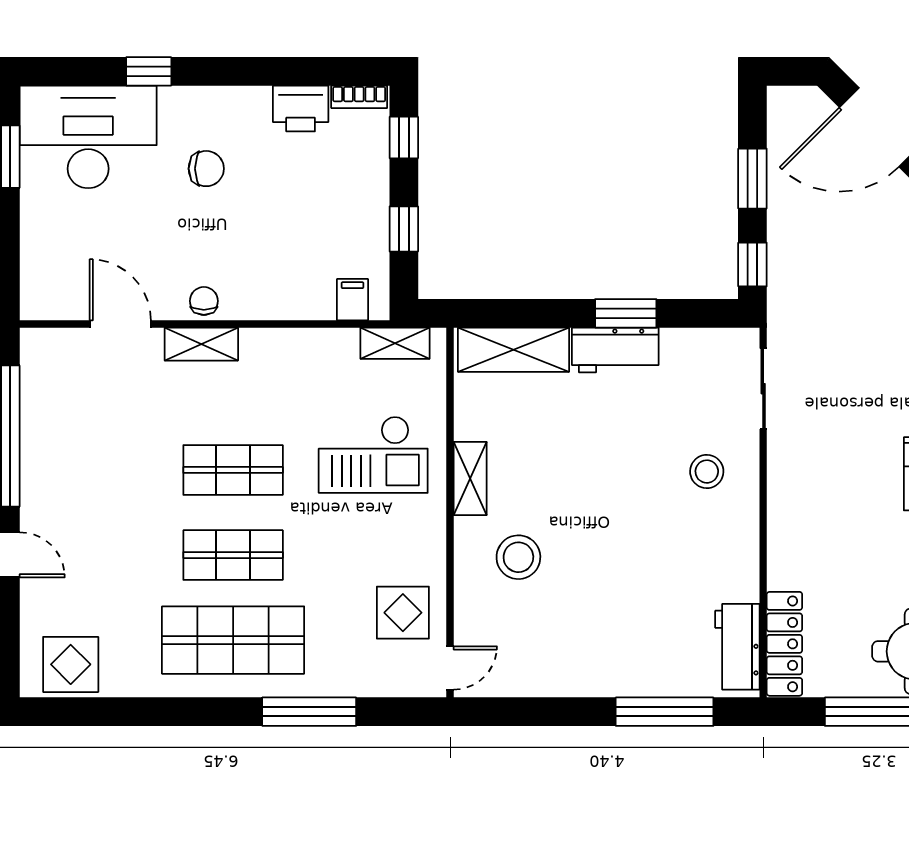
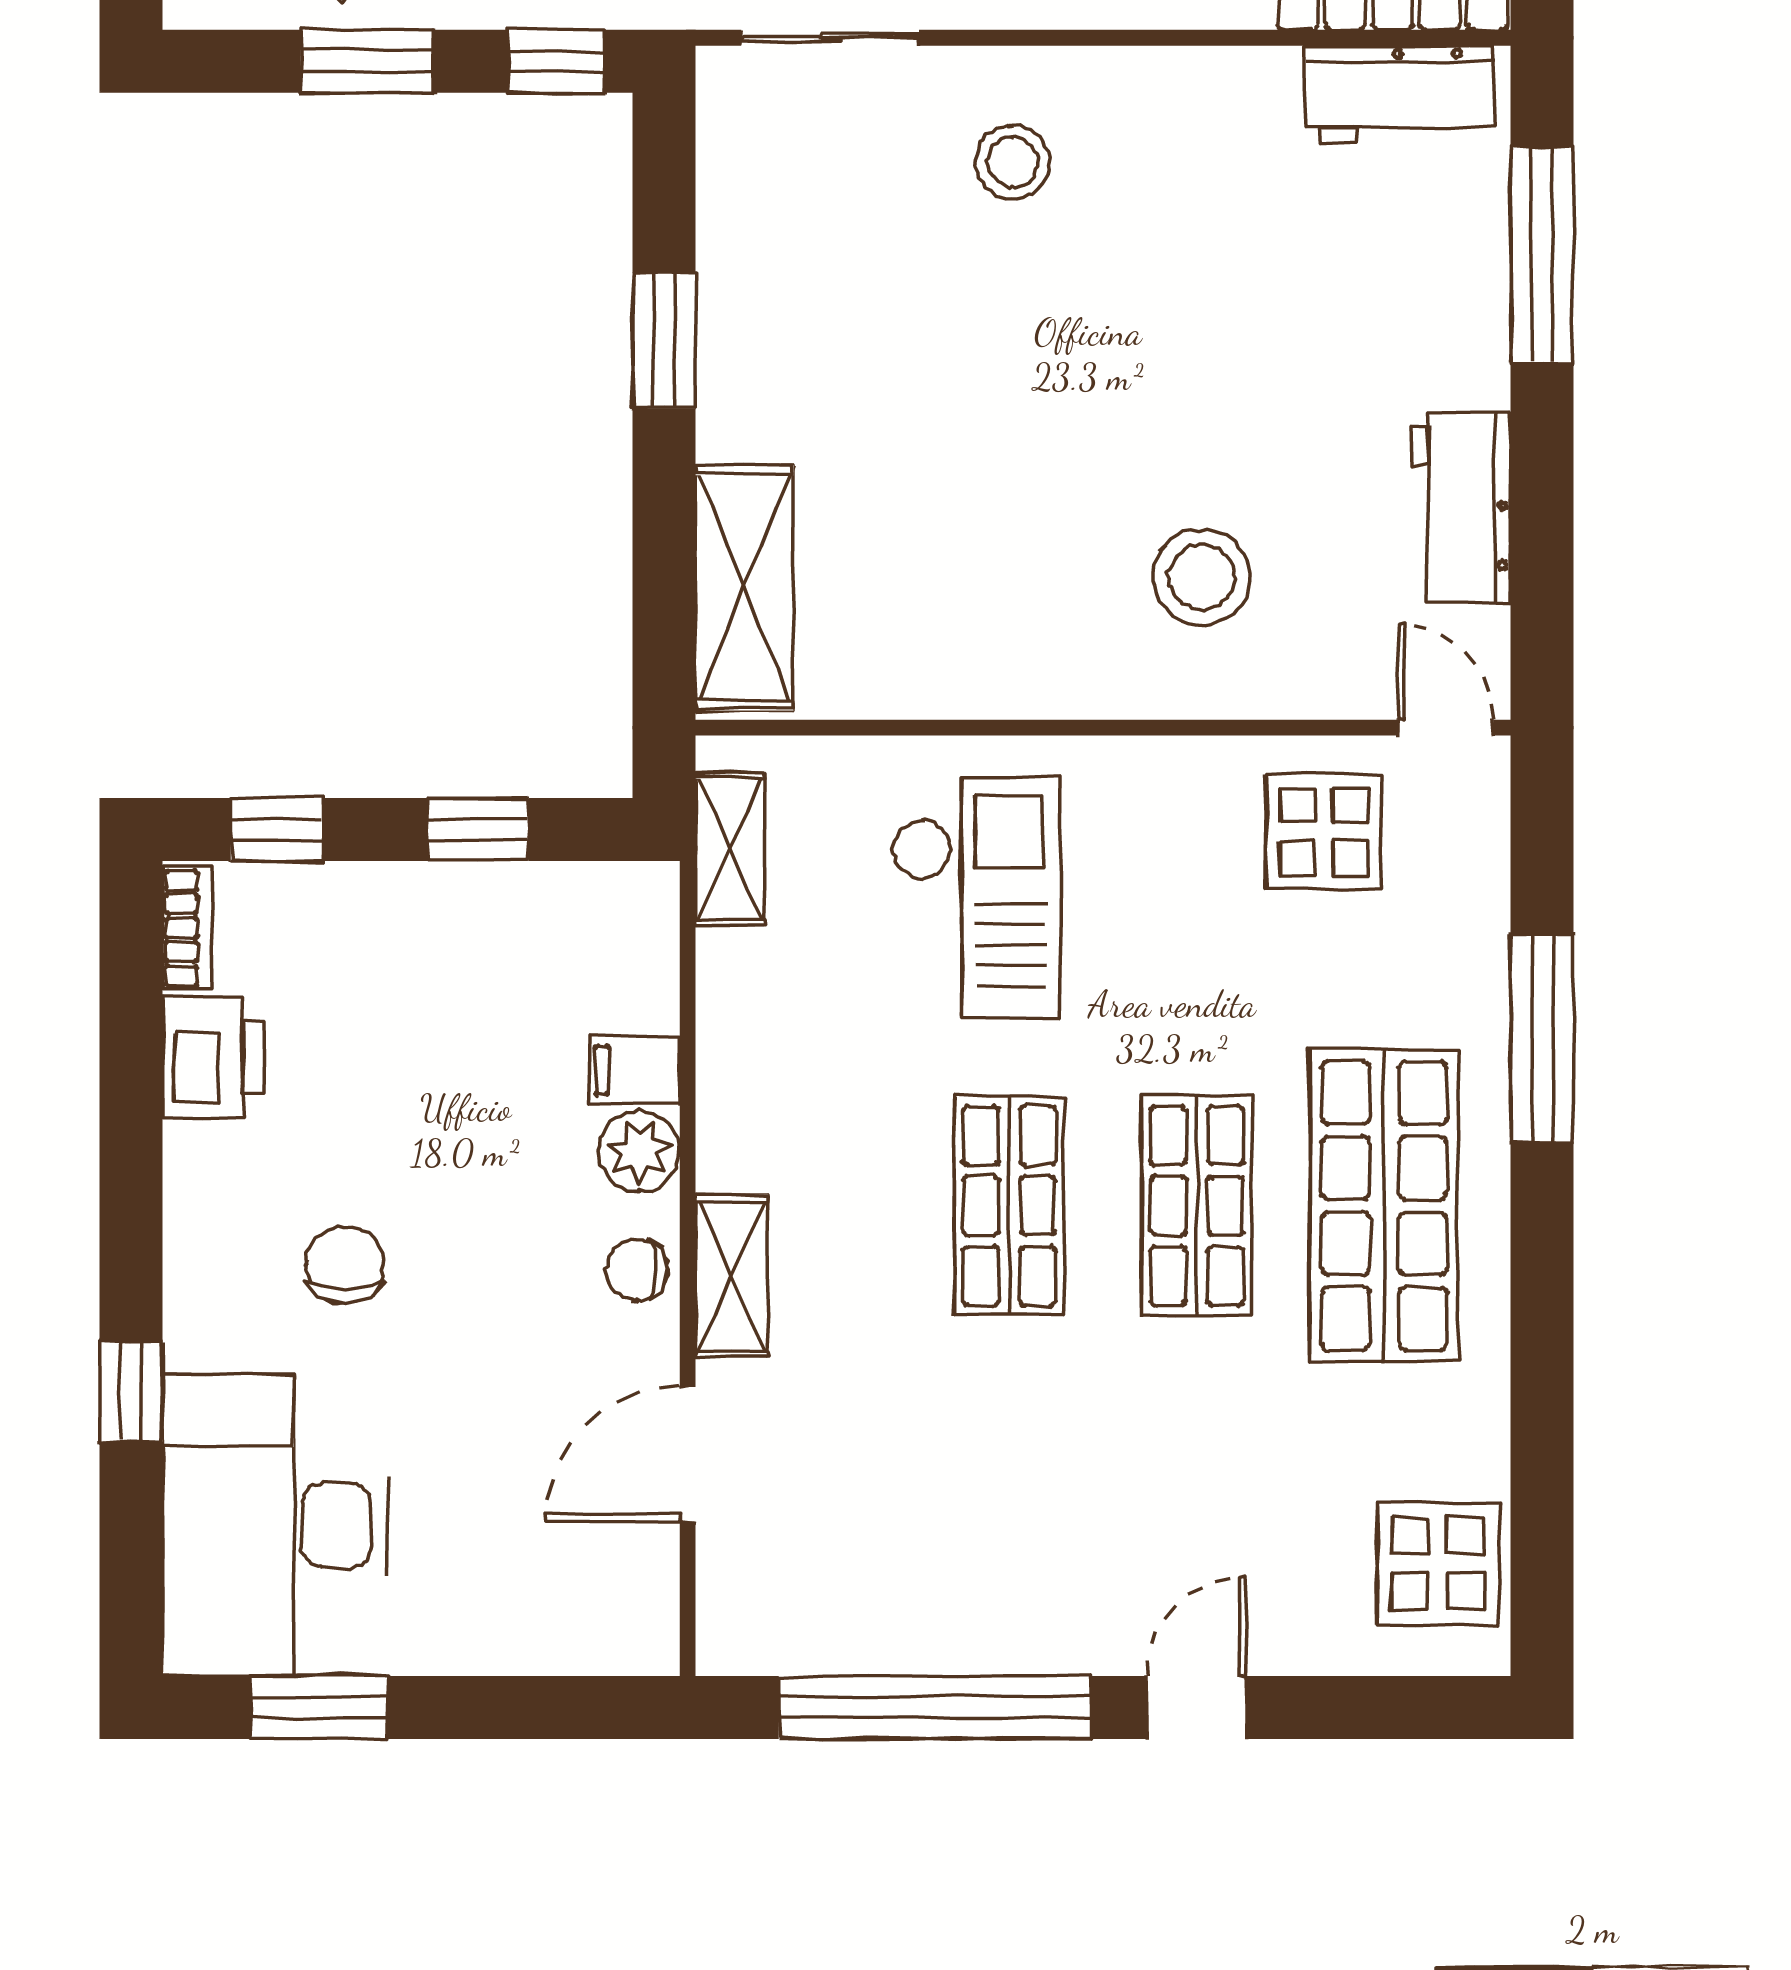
filing cabinet: (352, 300) -> (634, 1070), moved
plant: (258, 302) -> (639, 1151), added
workbench: (615, 350) -> (1461, 507), moved, turned 180
shelving: (470, 479) -> (1028, 683), removed

